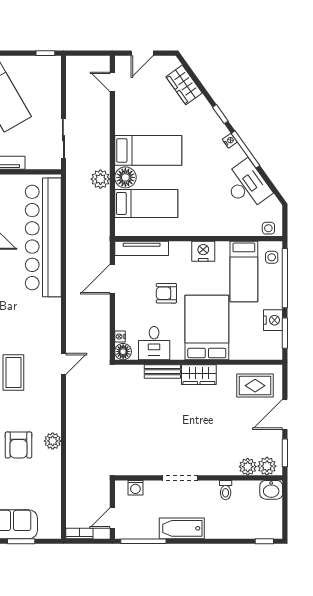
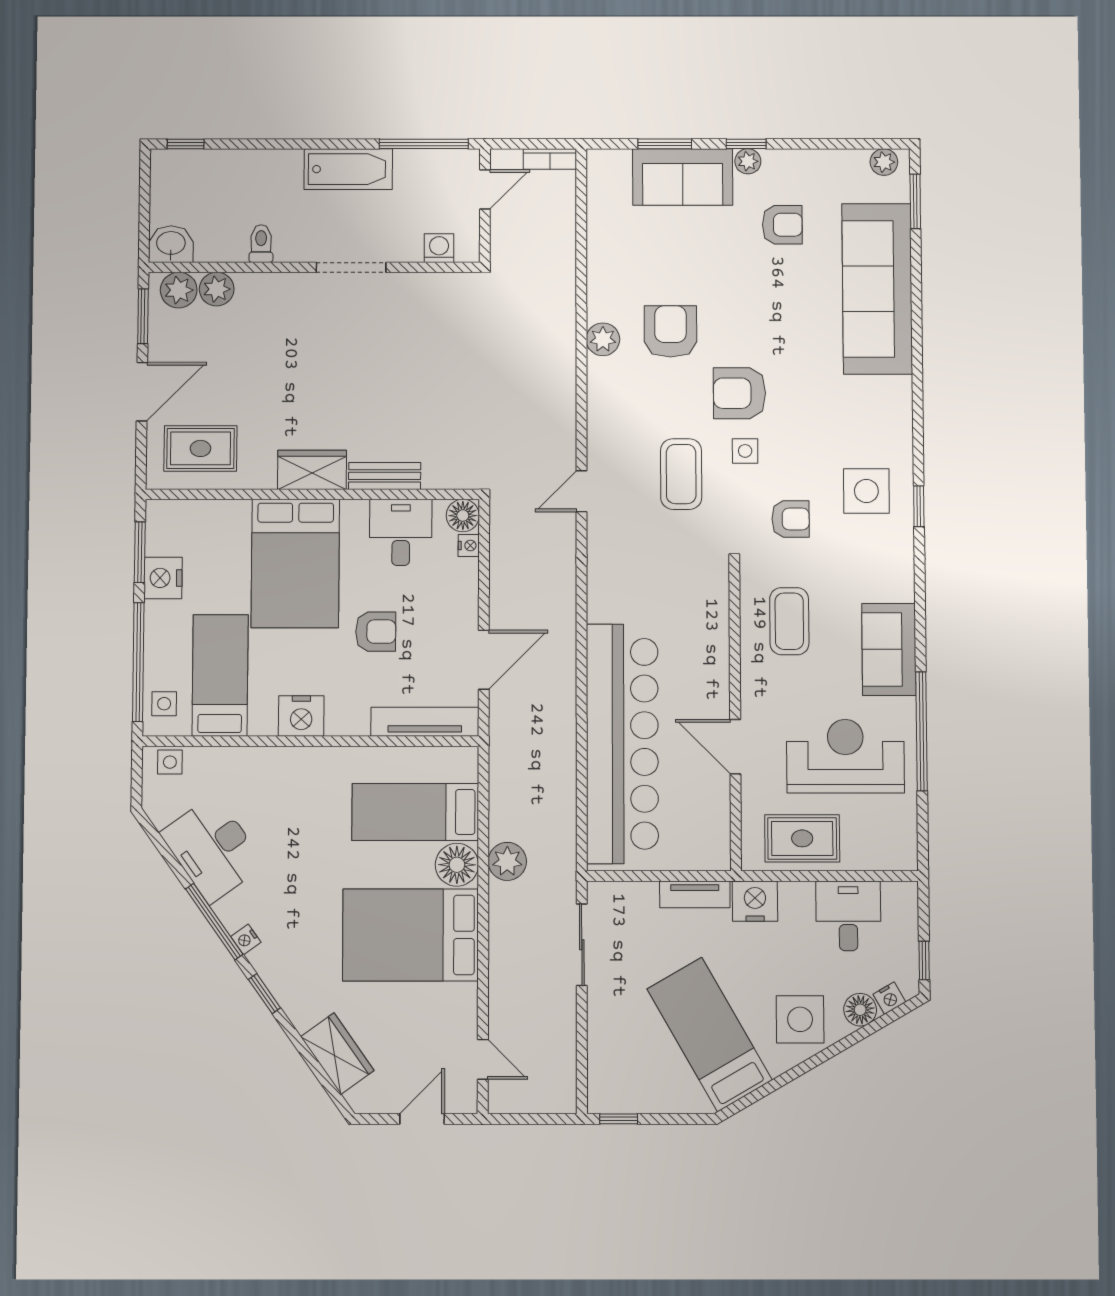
bed: (148, 150) -> (411, 935), width x1.50

